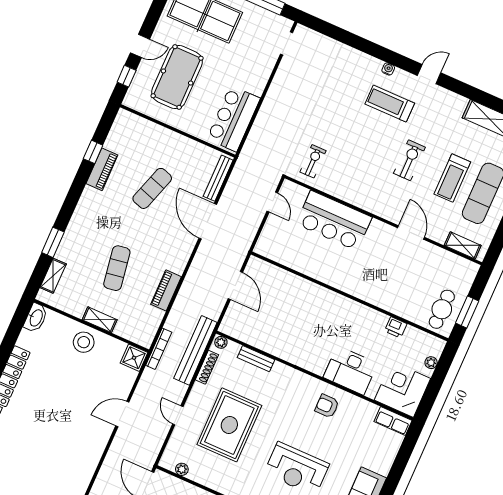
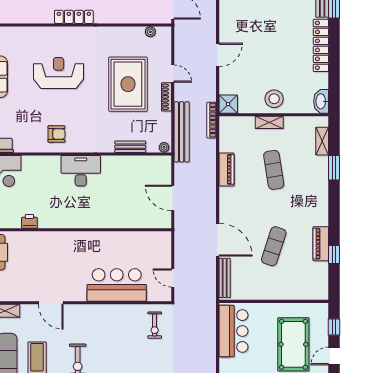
shoe rack: (207, 367) -> (166, 97), moved
desk: (350, 370) -> (81, 171), moved

